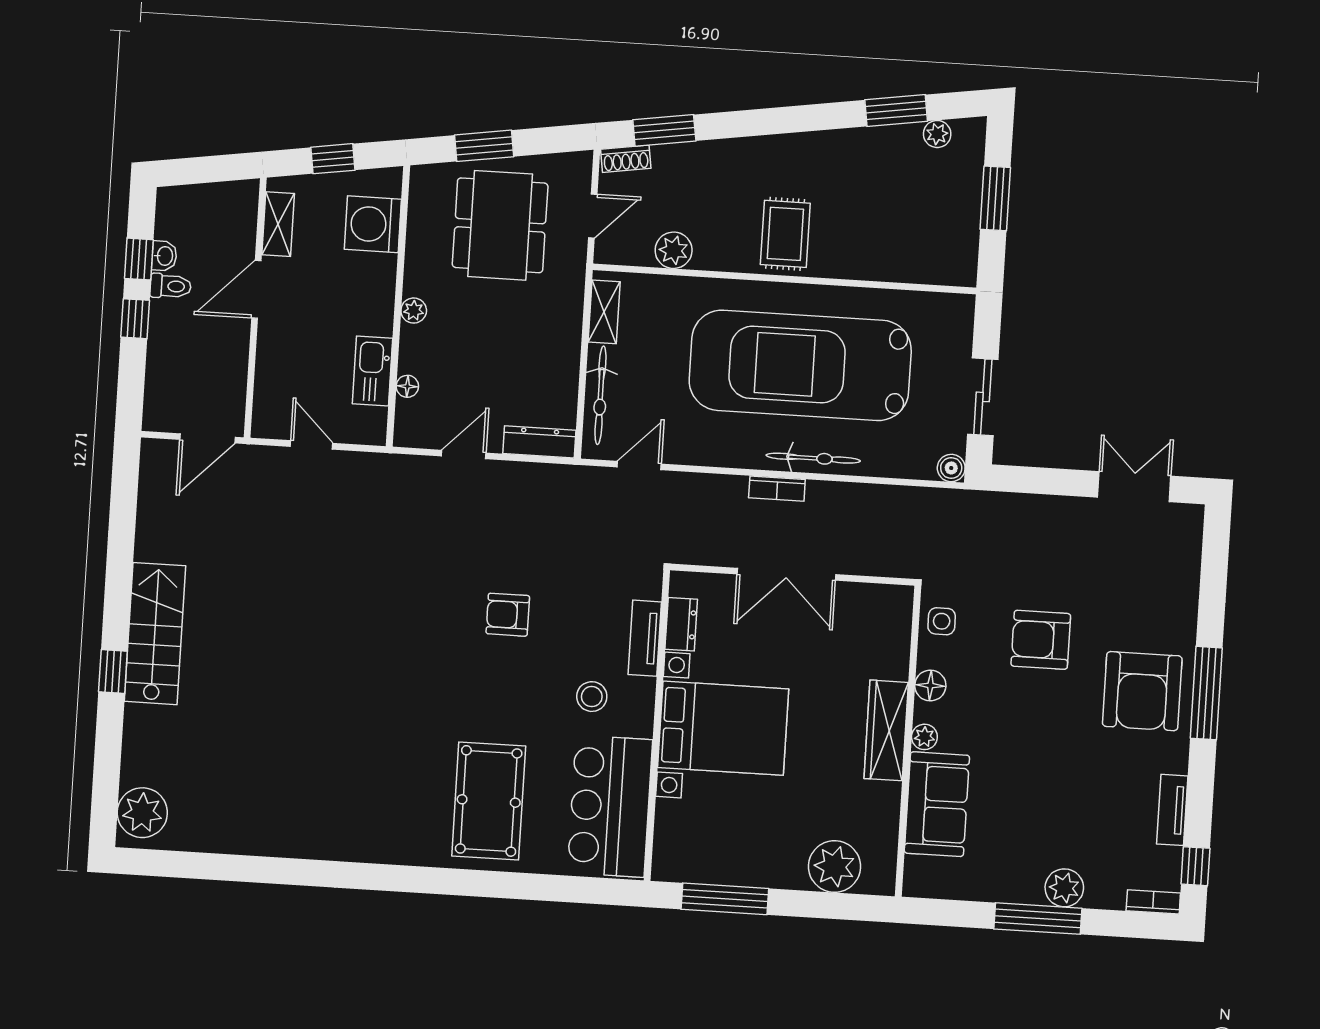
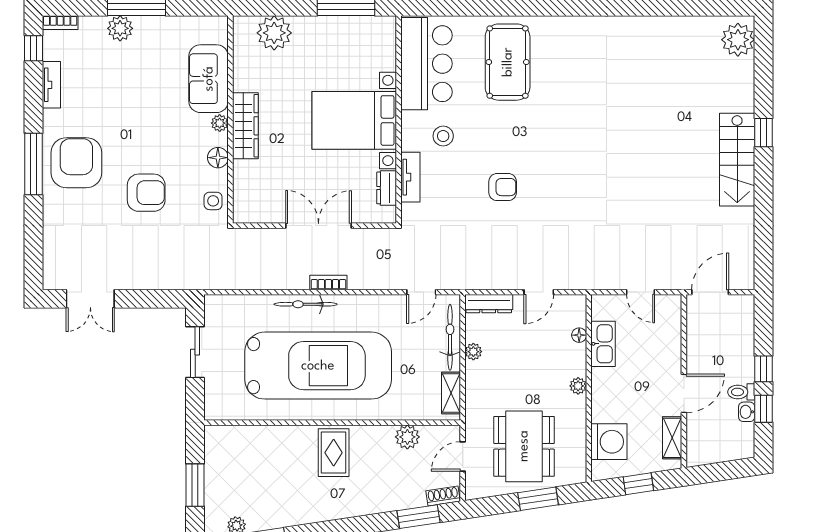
plant: (567, 372) -> (473, 352), added
boiler: (951, 468) -> (213, 303), removed

